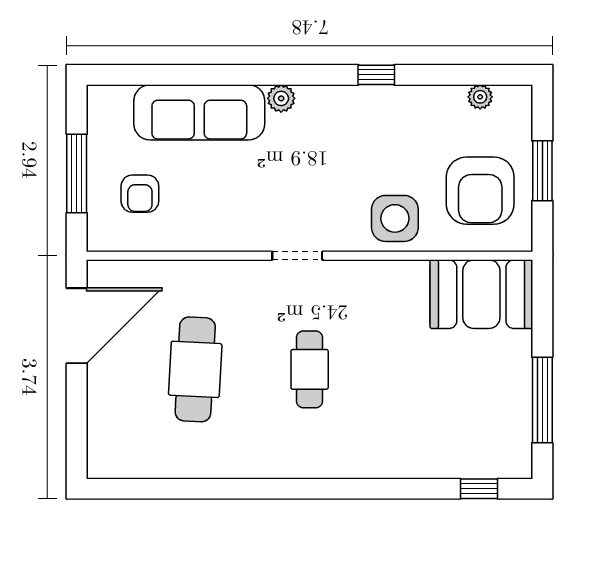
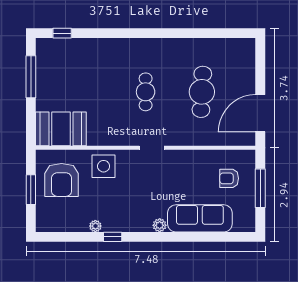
plant: (480, 97) -> (95, 226), moved
armchair: (480, 191) -> (62, 180), turned 180
armchair: (140, 194) -> (229, 178), turned -90

